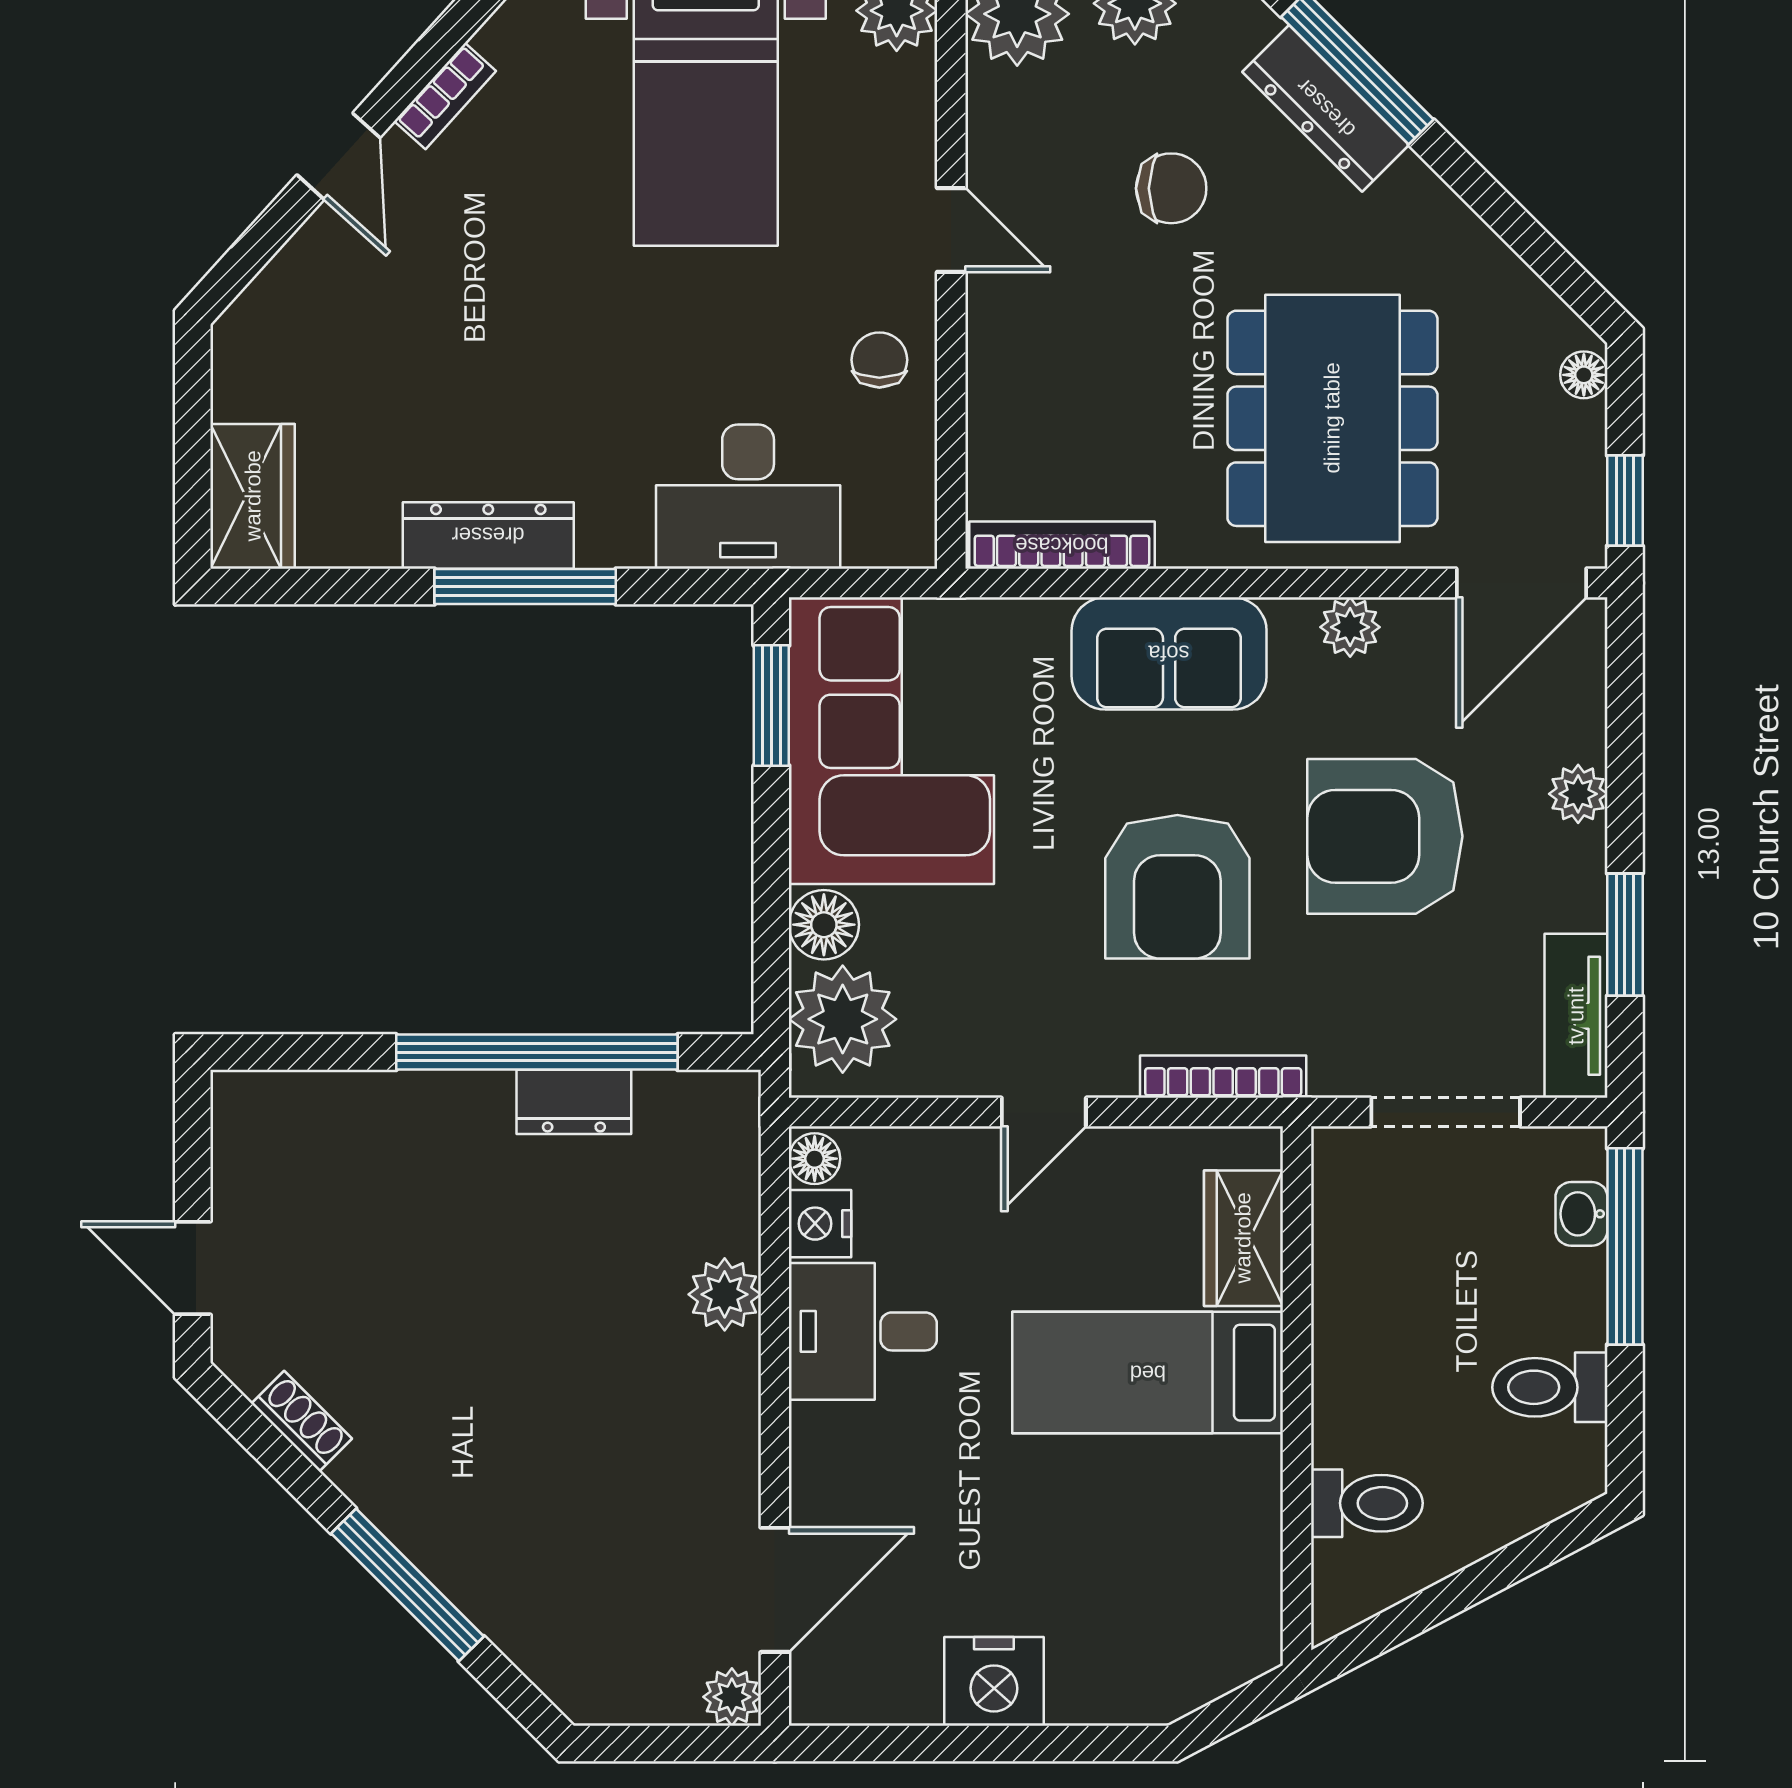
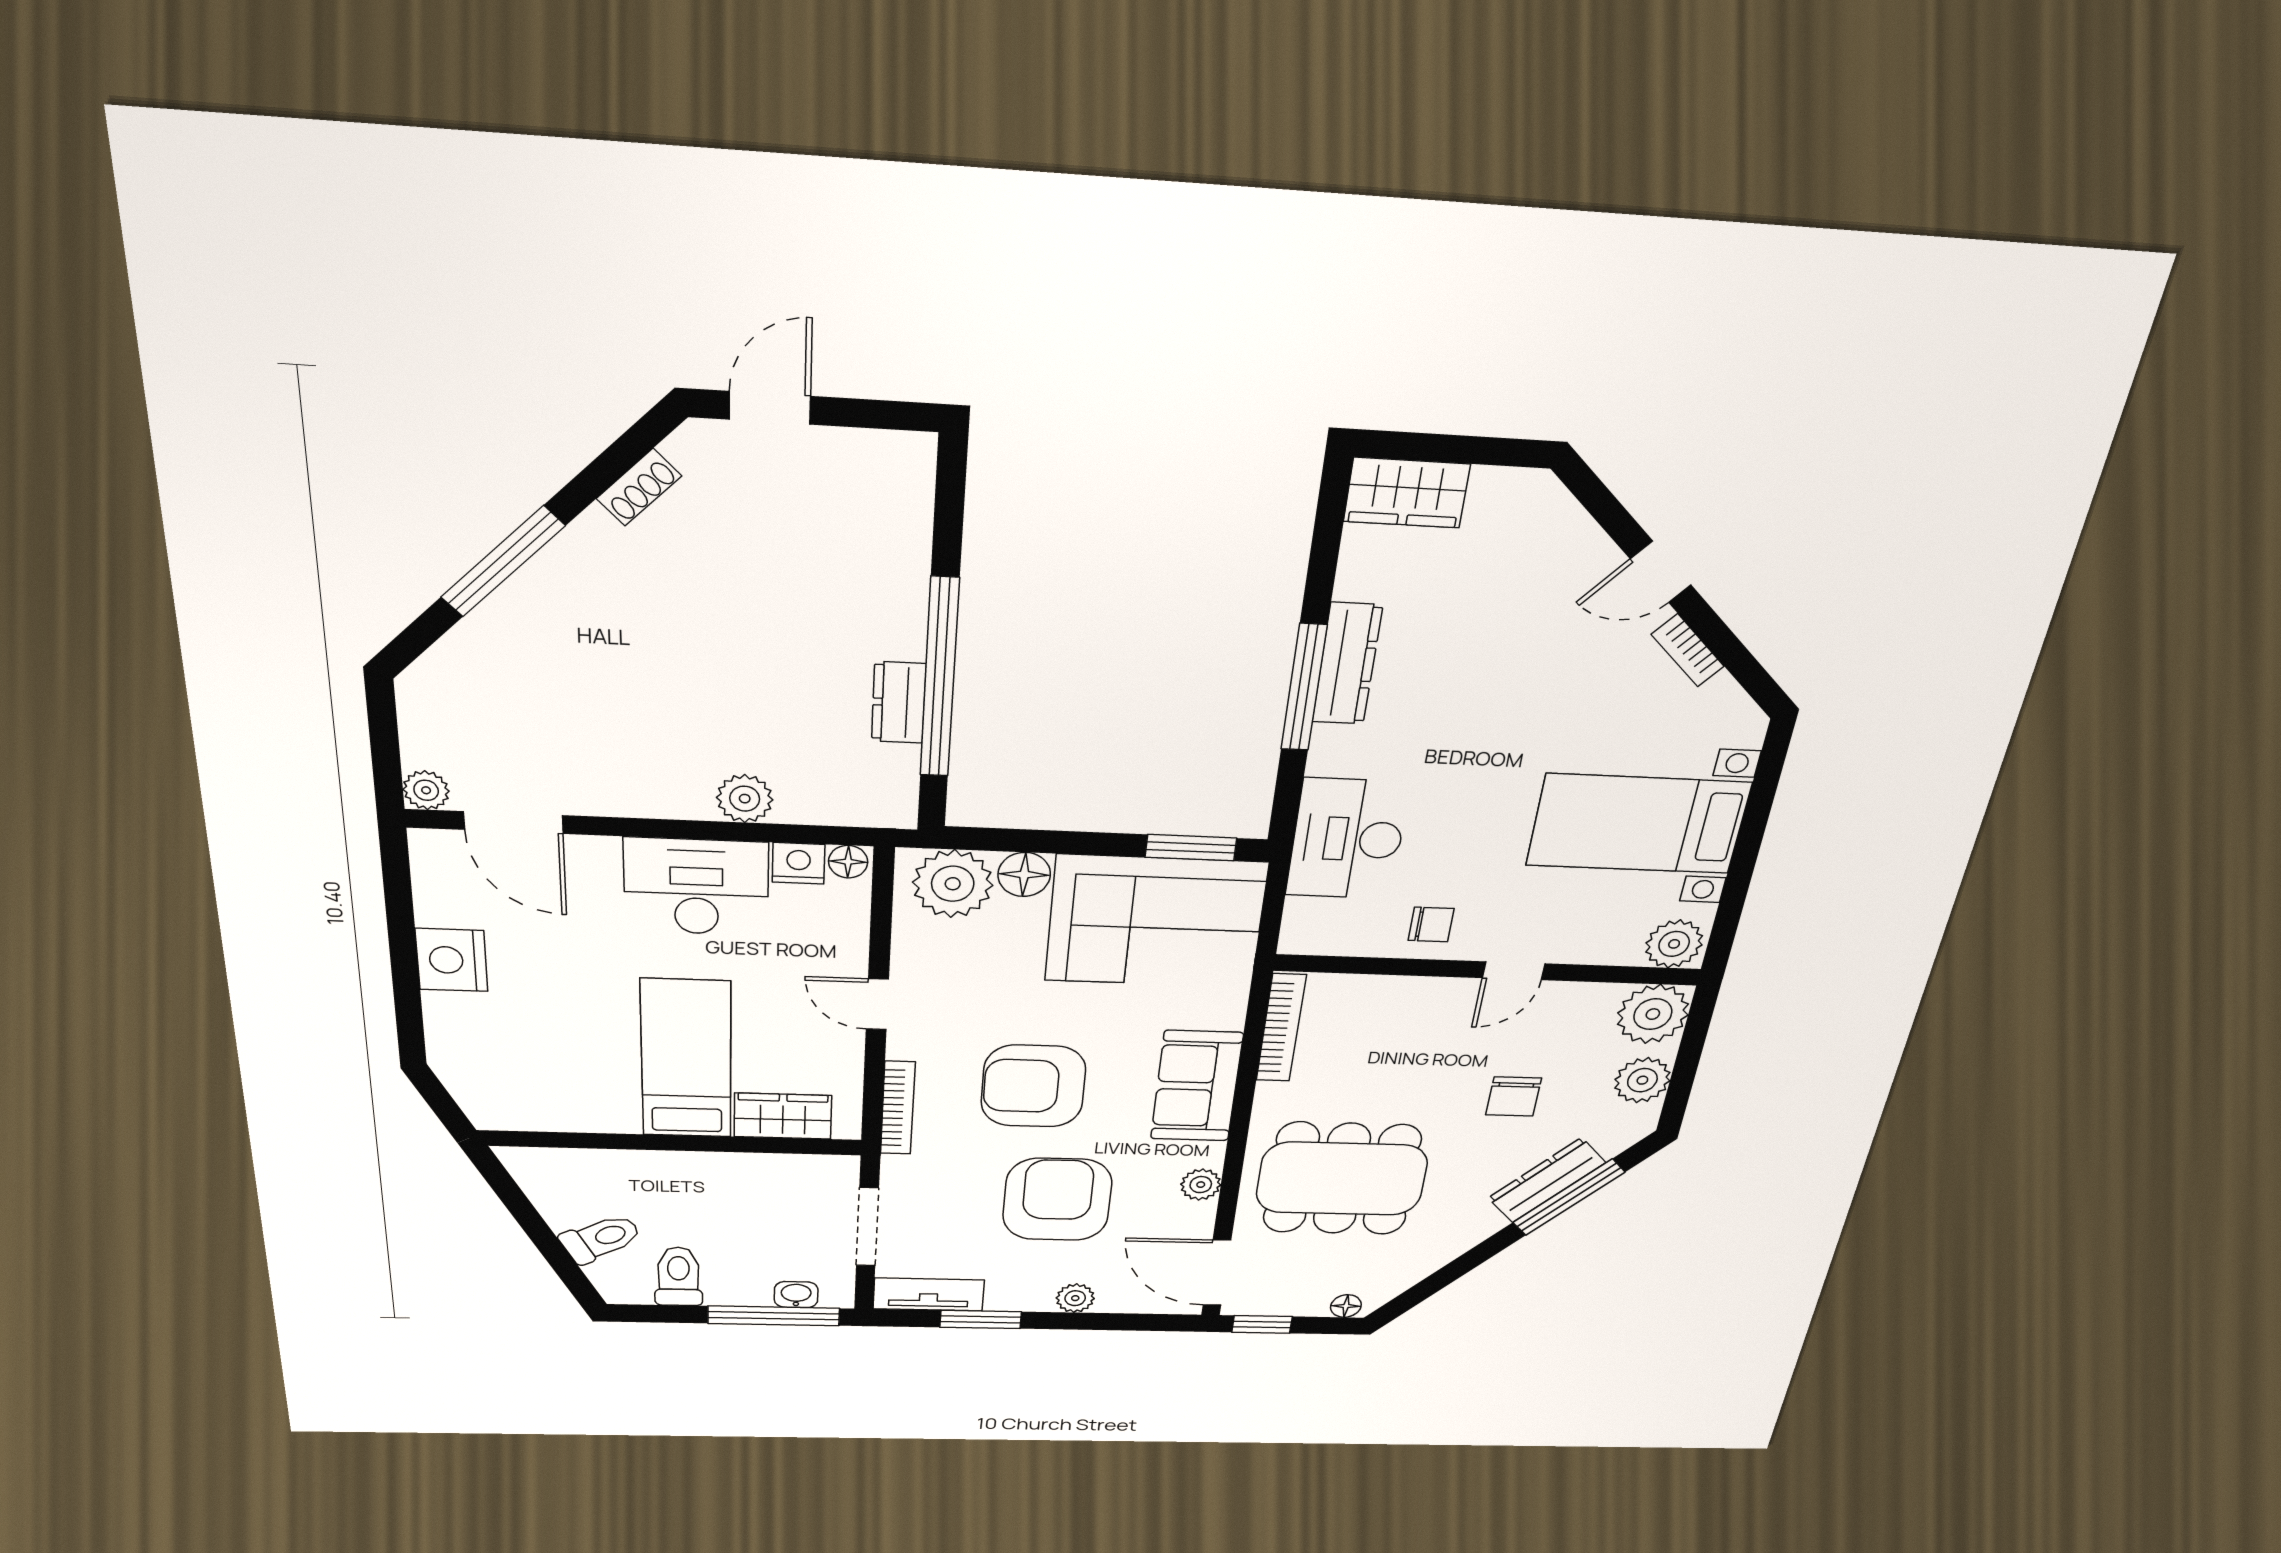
desk: (863, 1331) -> (696, 887), width x1.37
toilet: (1367, 1503) -> (601, 1239), moved, turned -118

